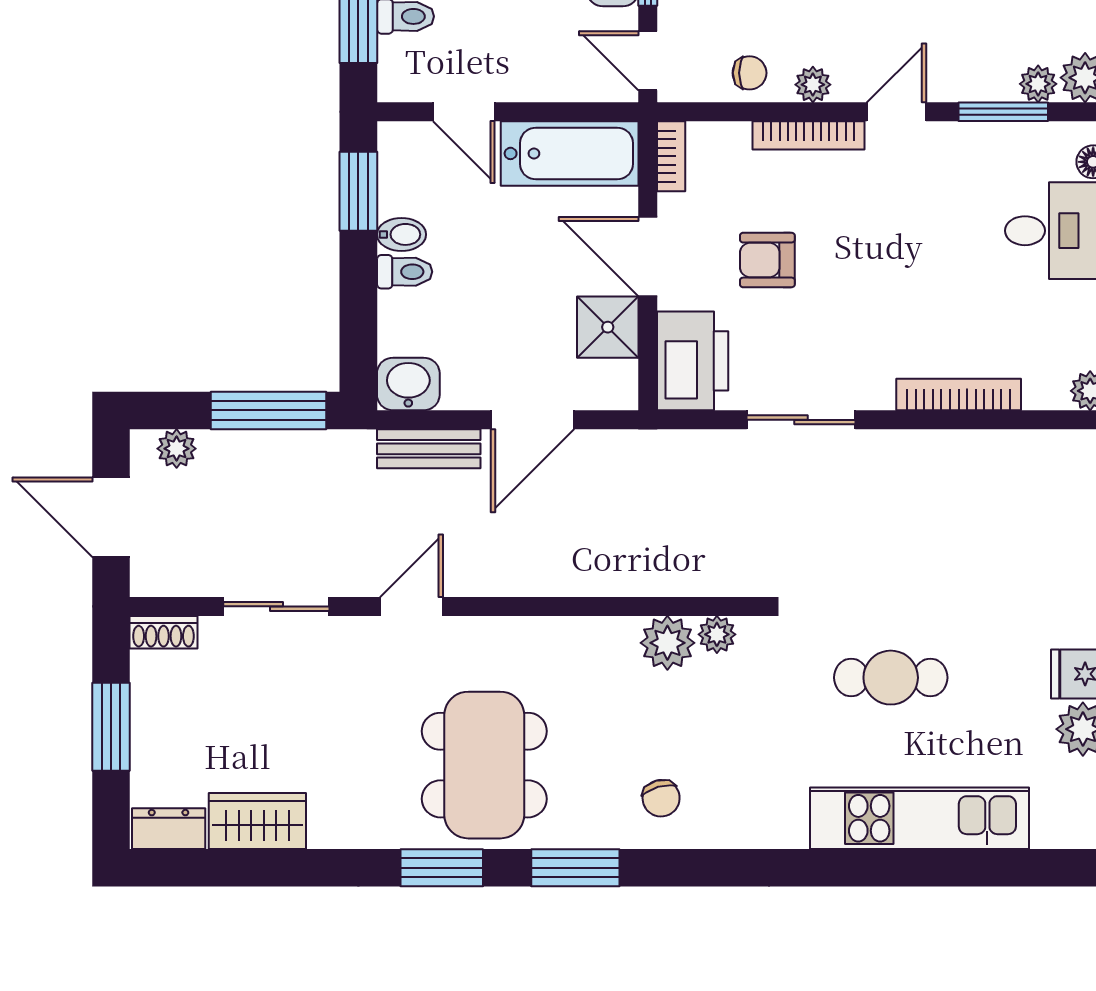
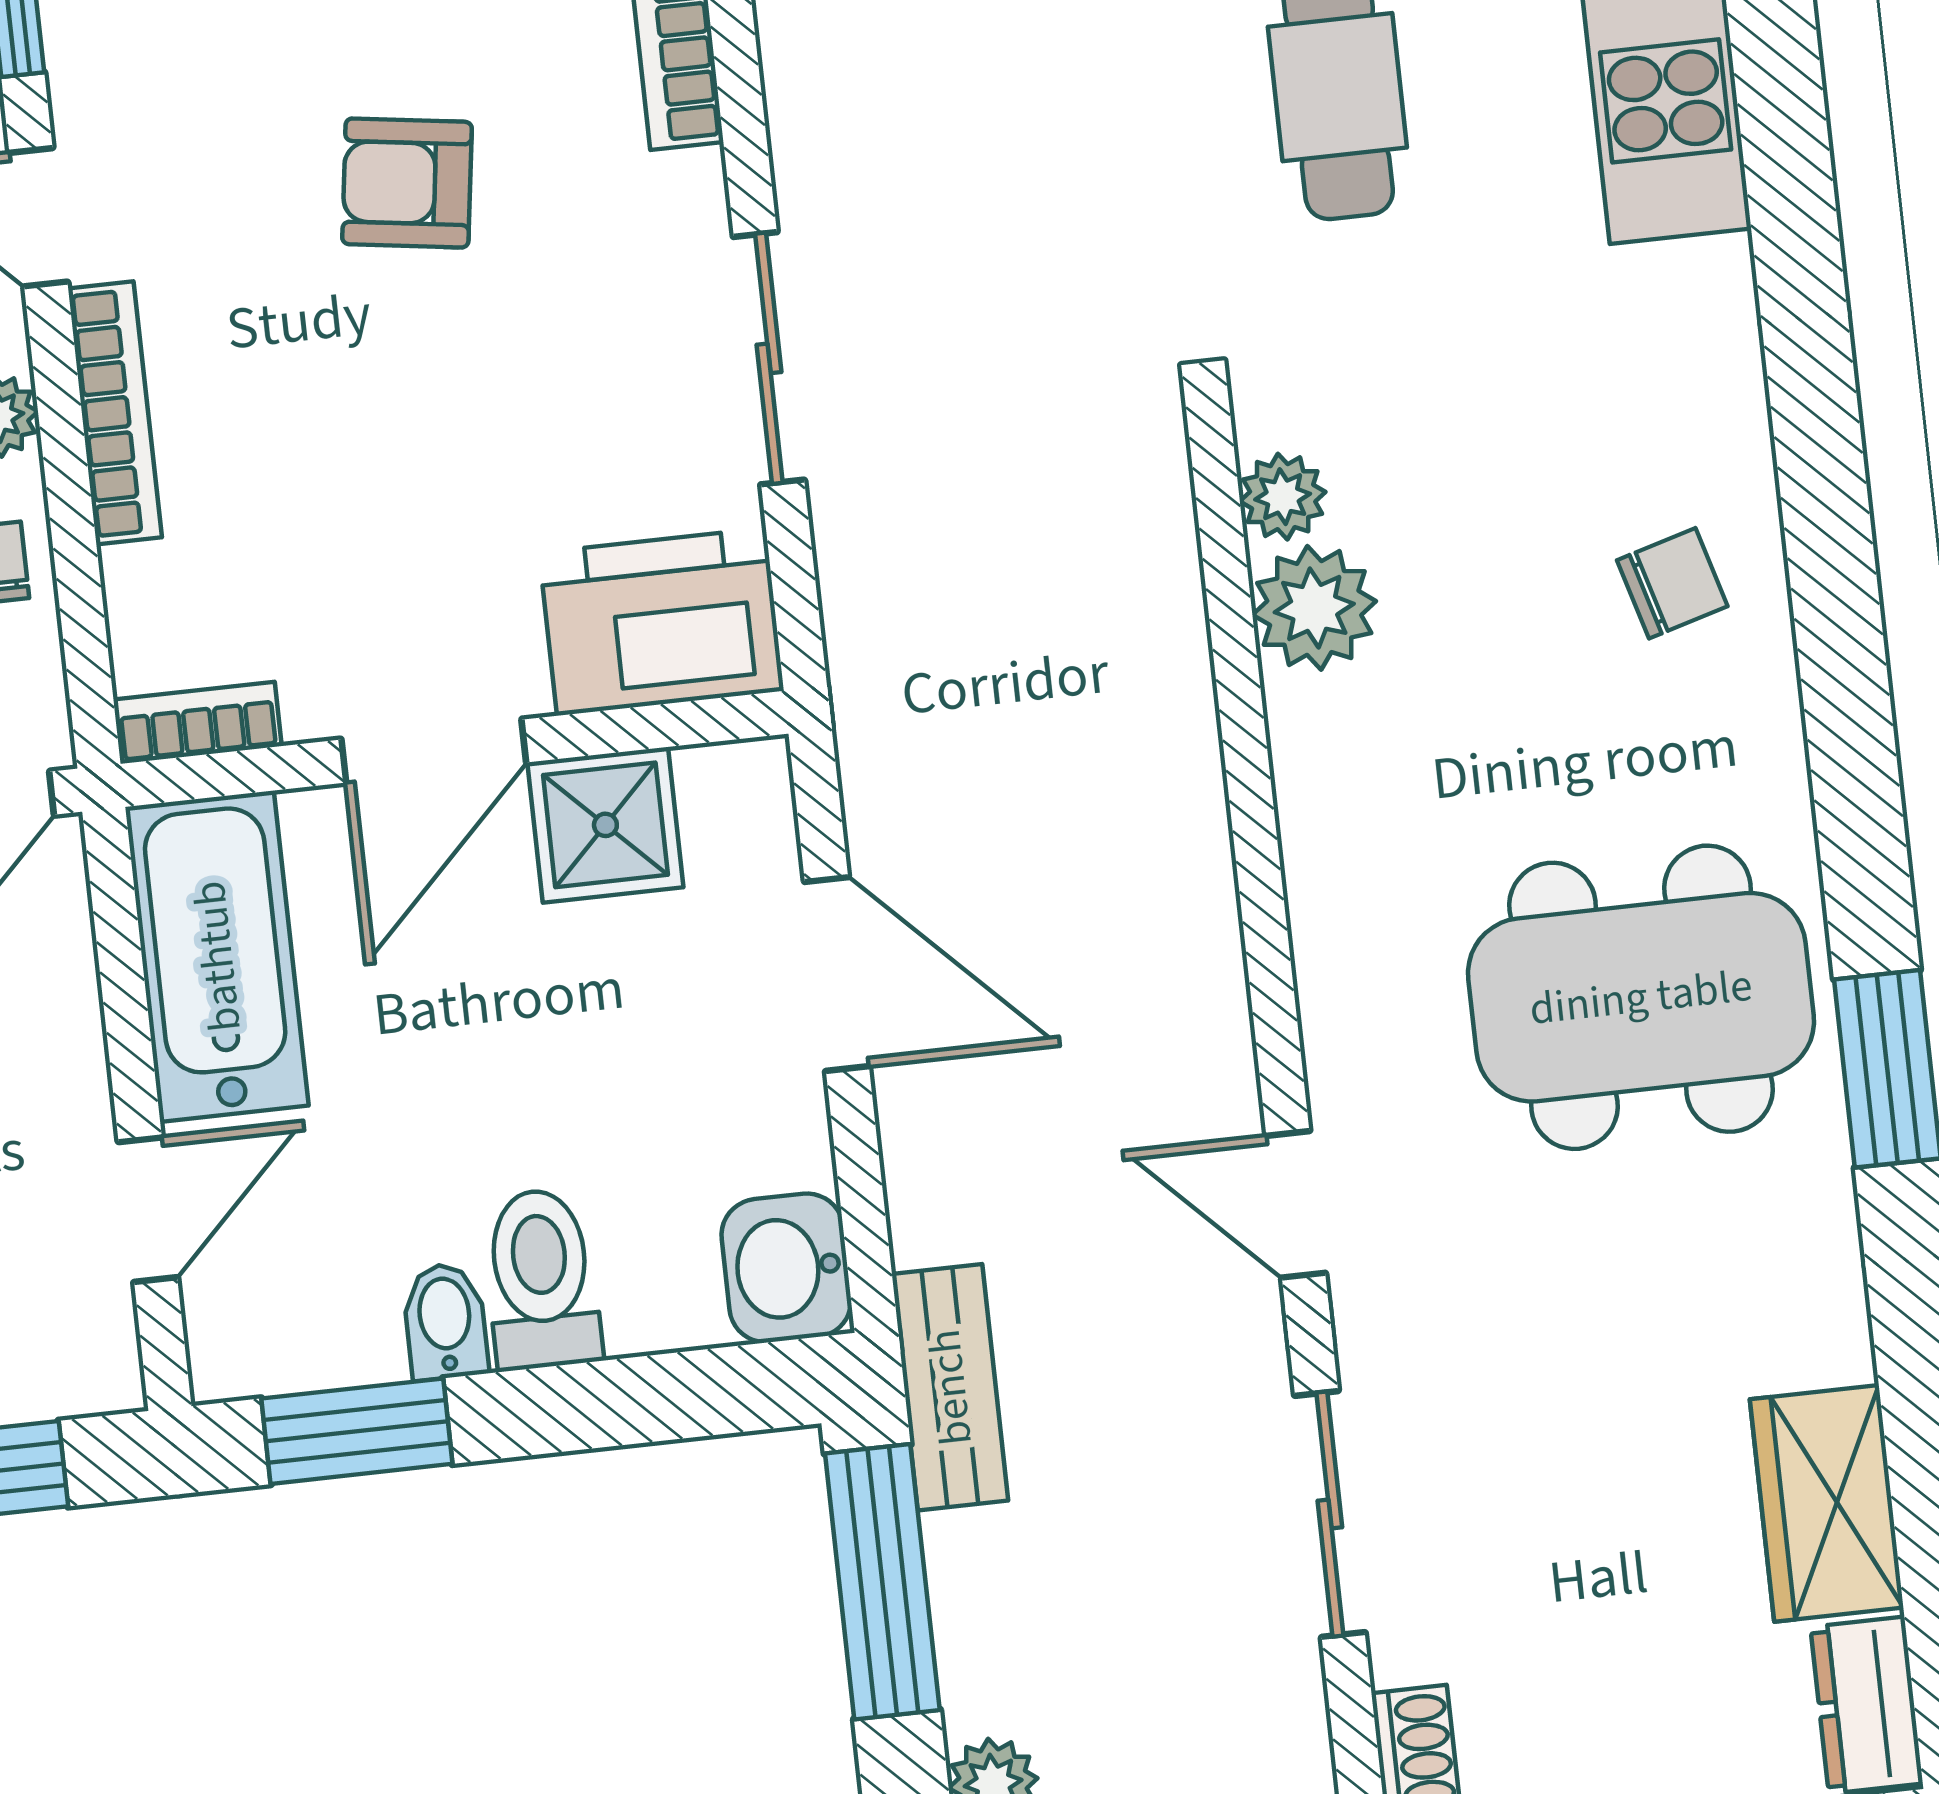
armchair: (767, 260) -> (407, 183), moved, turned 98
toilet: (405, 272) -> (542, 1279), width x1.37, depth x1.39
bench: (429, 449) -> (950, 1387), moved
window: (575, 868) -> (1854, 762), removed

